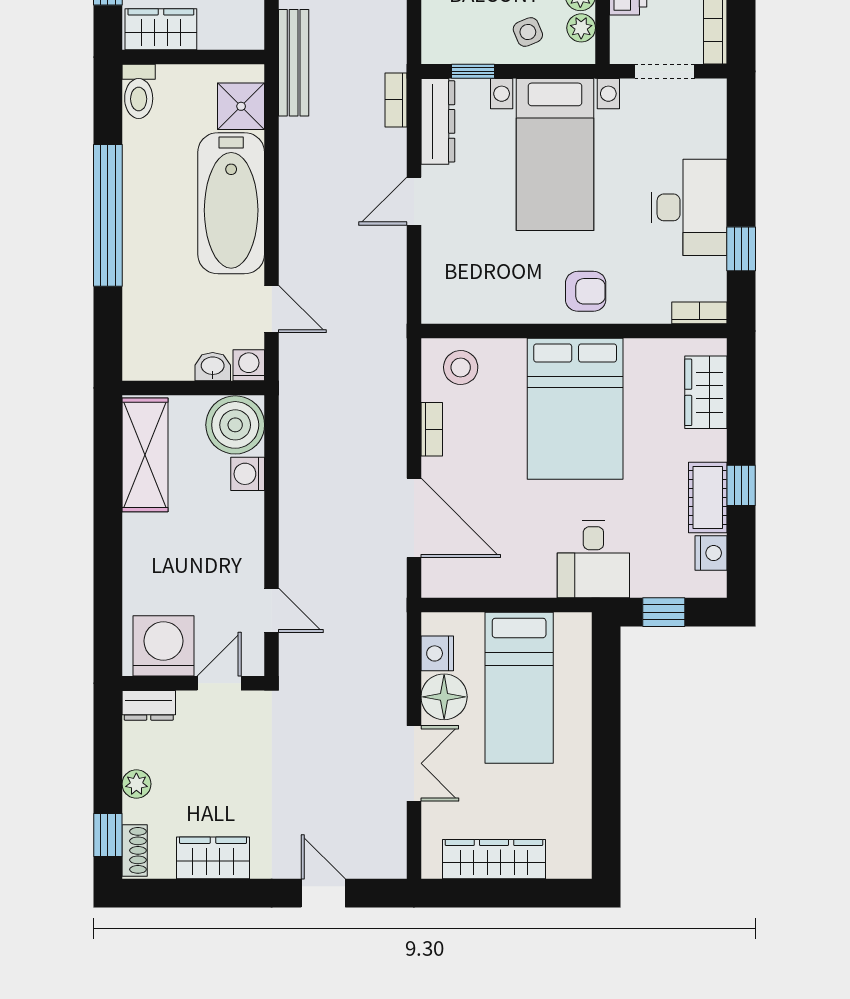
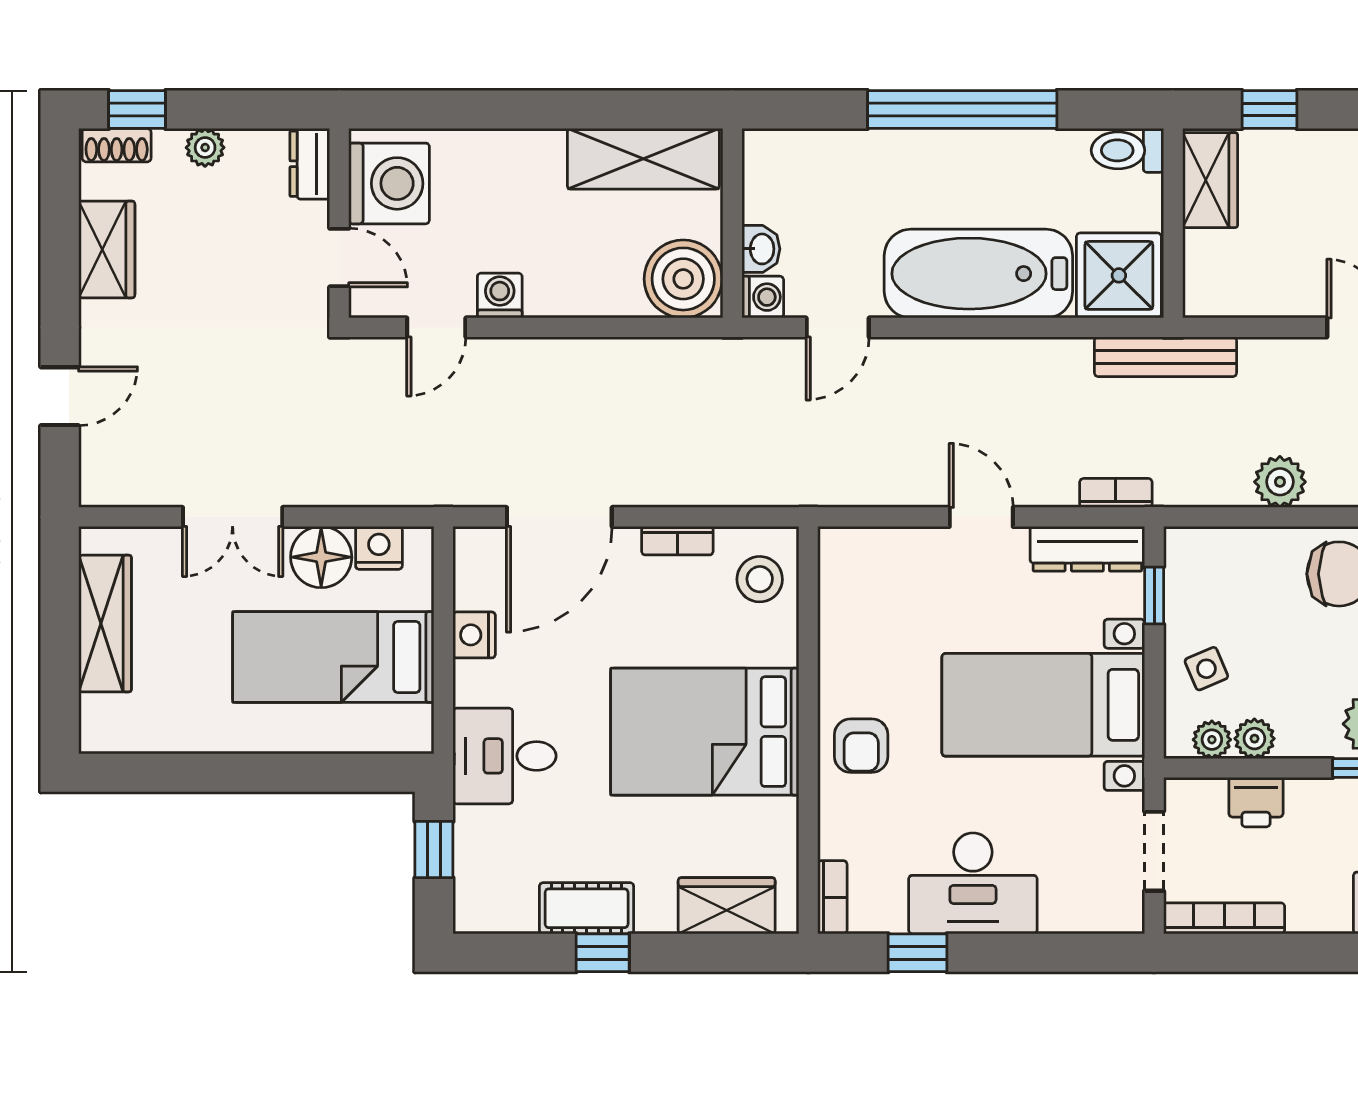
shower: (241, 106) -> (1119, 275), width x1.36, depth x1.36
washing machine: (248, 474) -> (500, 296), moved
nightstand: (711, 553) -> (474, 635), moved, turned 90

